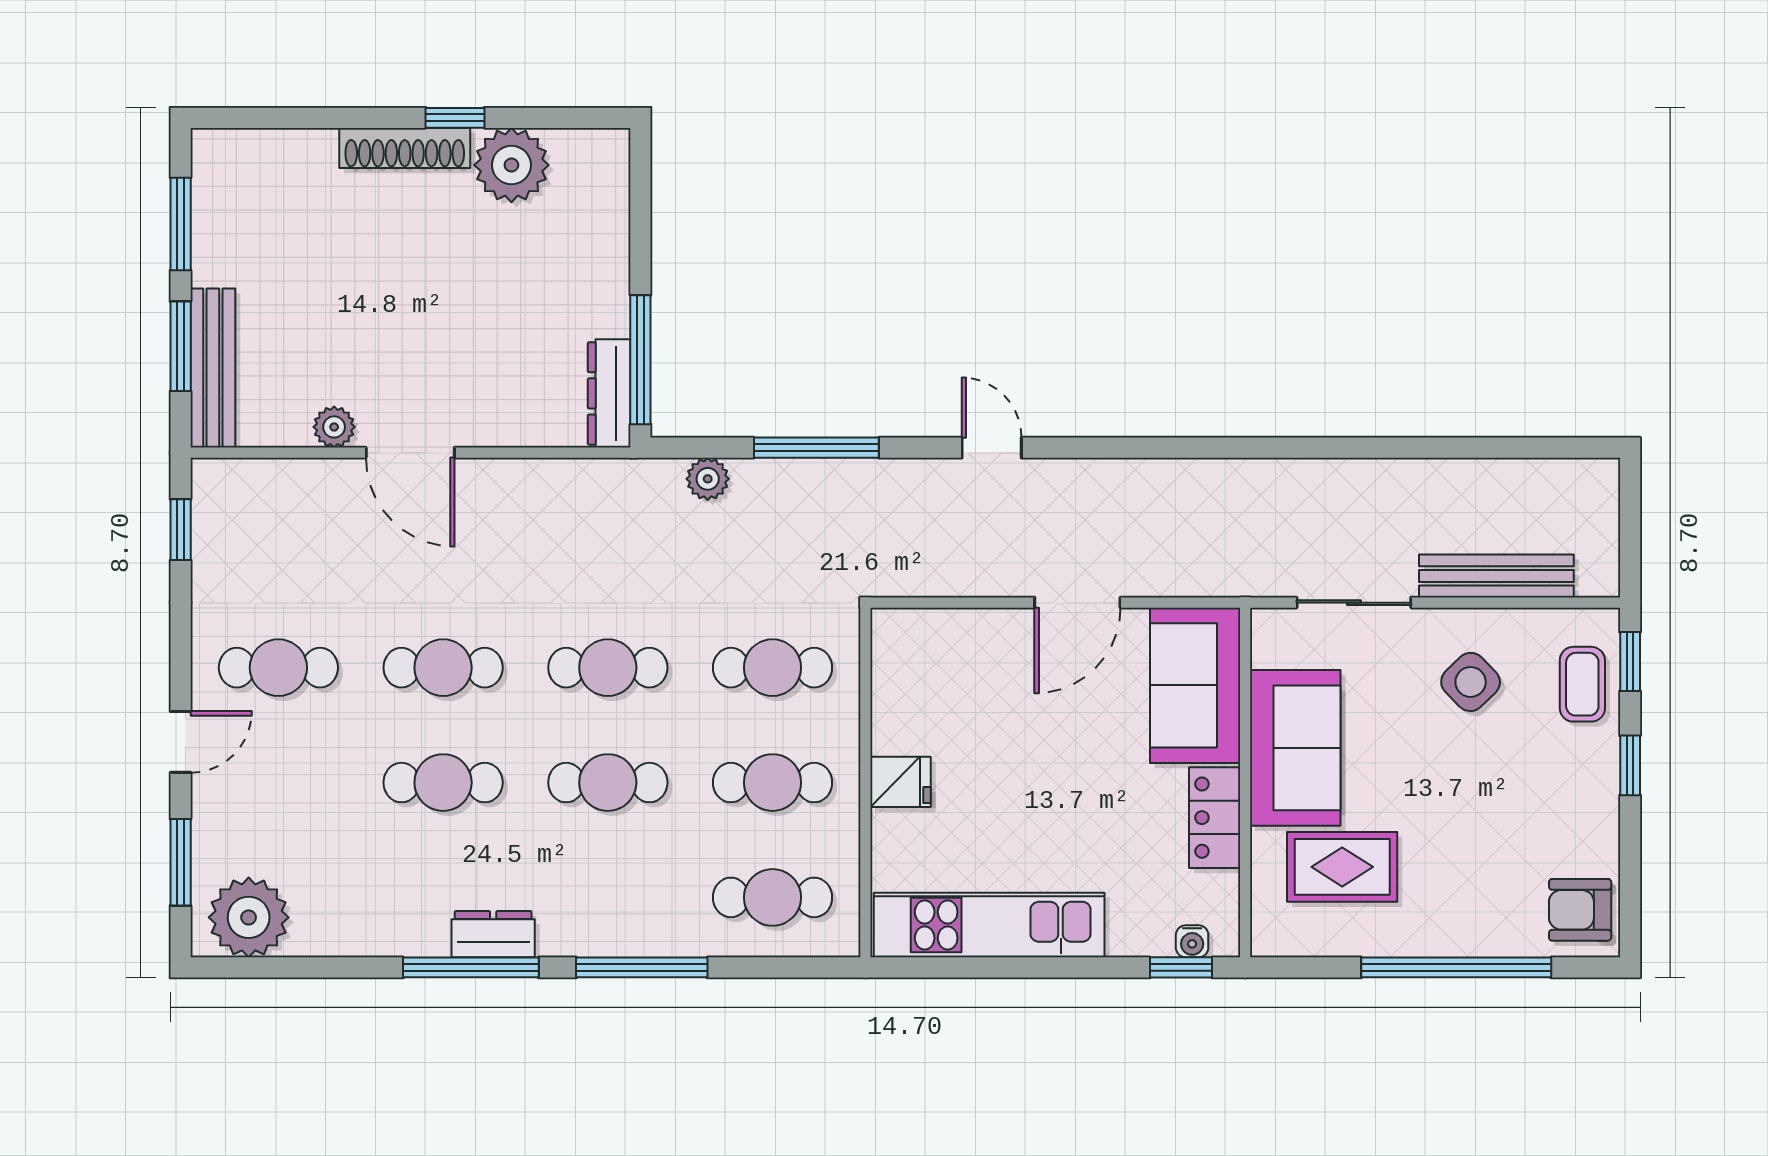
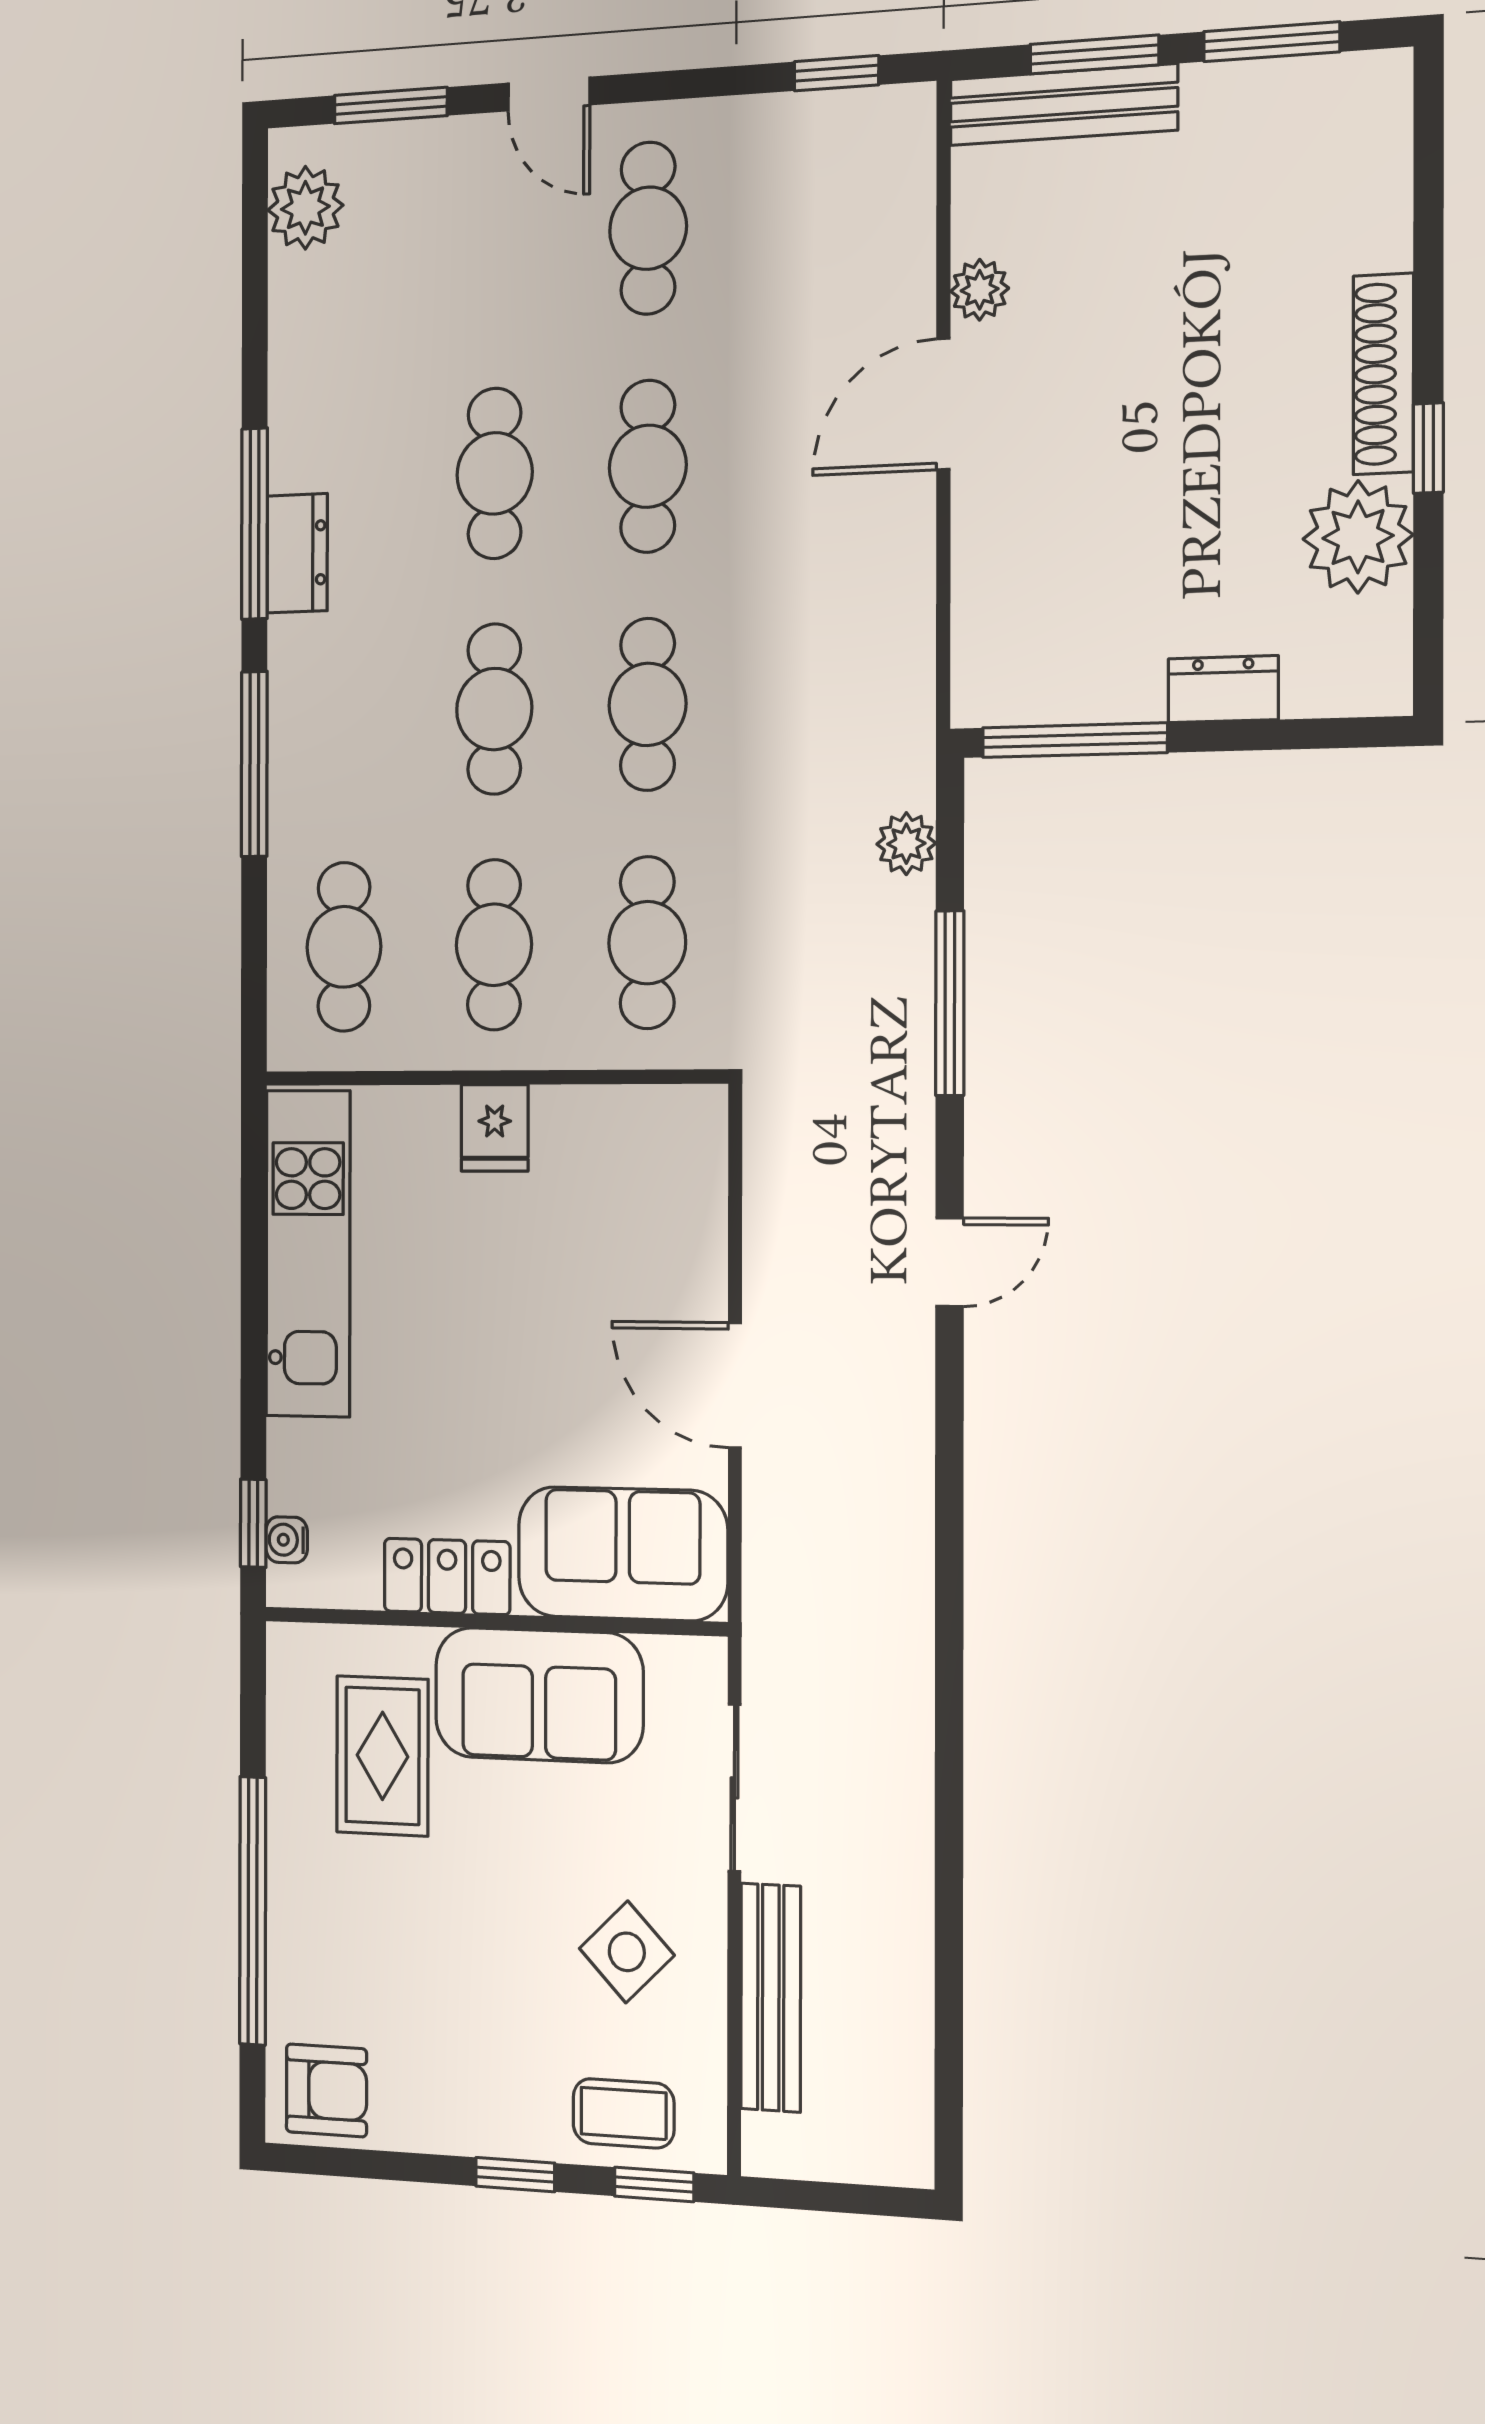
dresser: (609, 393) -> (1223, 689), moved, width x0.70
armchair: (1580, 910) -> (326, 2090), turned 90
plant: (249, 917) -> (305, 208), width x0.73, depth x0.73

